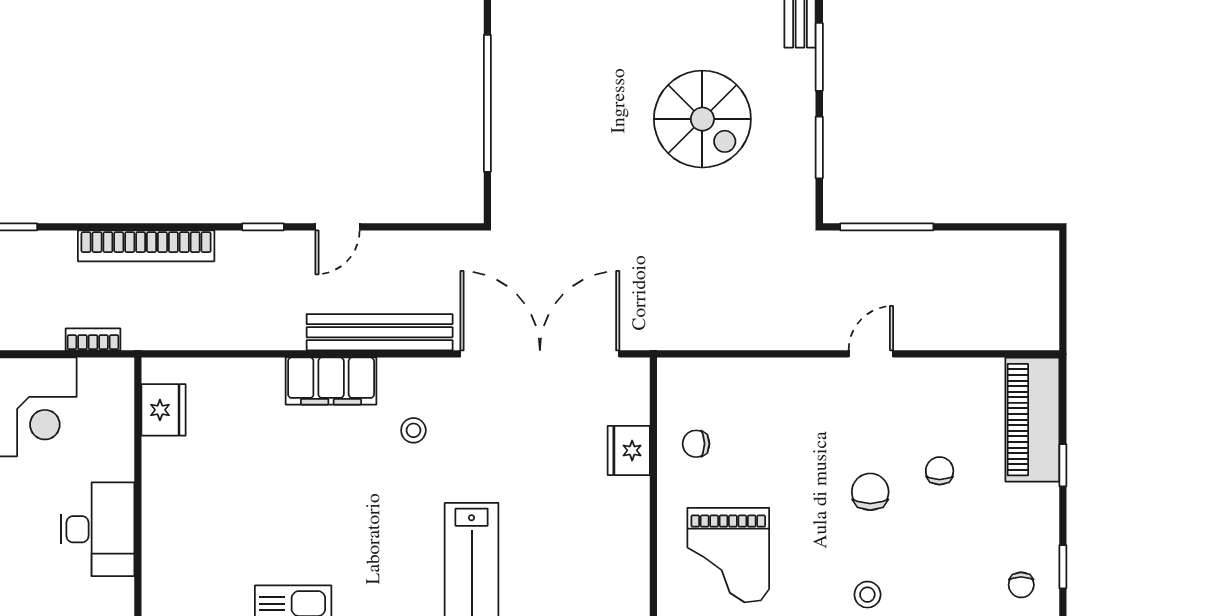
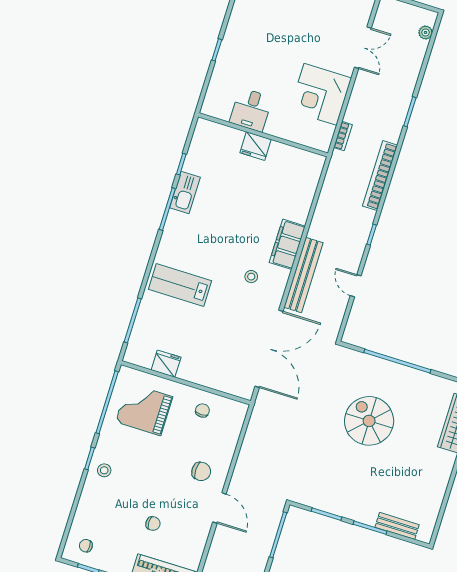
spiral stairs: (702, 119) -> (369, 421), moved, turned 90
door: (338, 227) -> (356, 286), moved
door: (871, 354) -> (219, 508), width x1.38
fridge: (164, 410) -> (256, 146), moved
fridge: (629, 450) -> (166, 364), moved
chair: (870, 492) -> (201, 471), moved
desk: (97, 529) -> (251, 110), width x0.73

